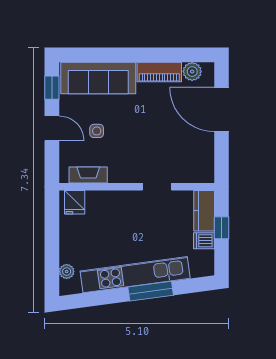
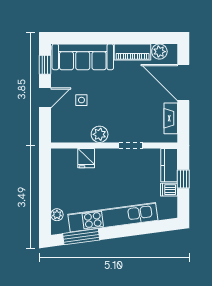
door: (52, 128) -> (45, 98), hinge flipped
plant: (119, 173) -> (100, 134), added
fireplace: (88, 175) -> (171, 118), moved, turned -90
fridge: (75, 202) -> (86, 158), moved
window: (151, 291) -> (81, 237), moved

